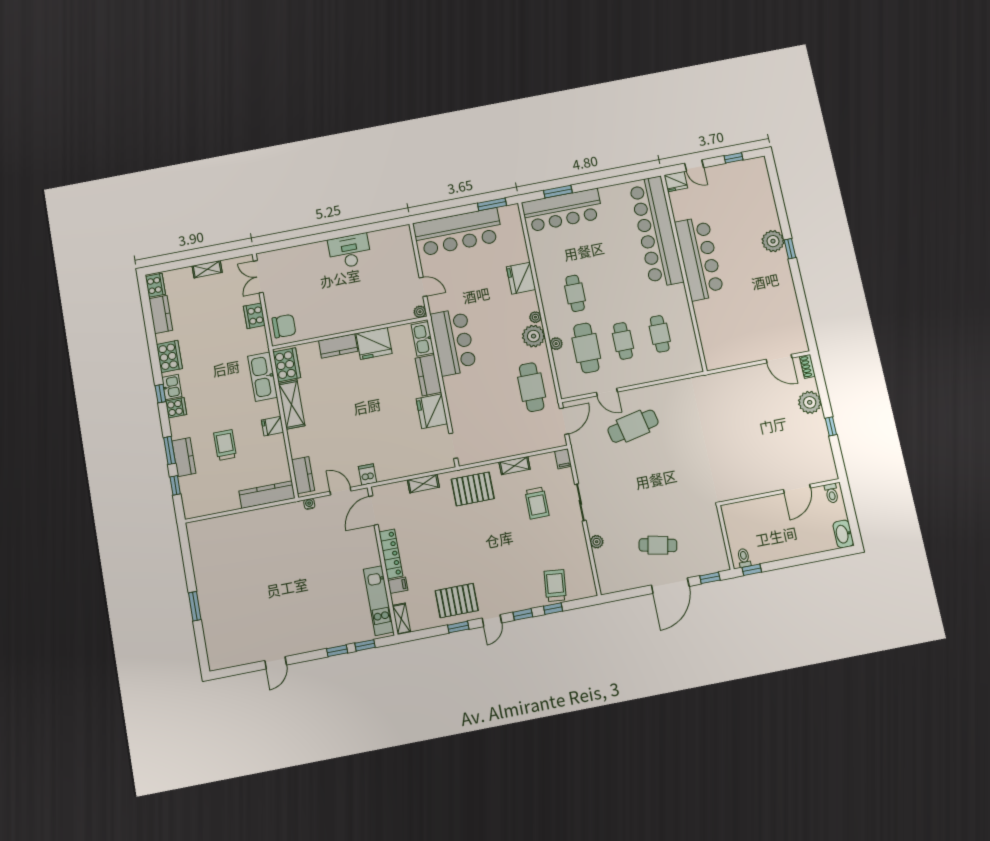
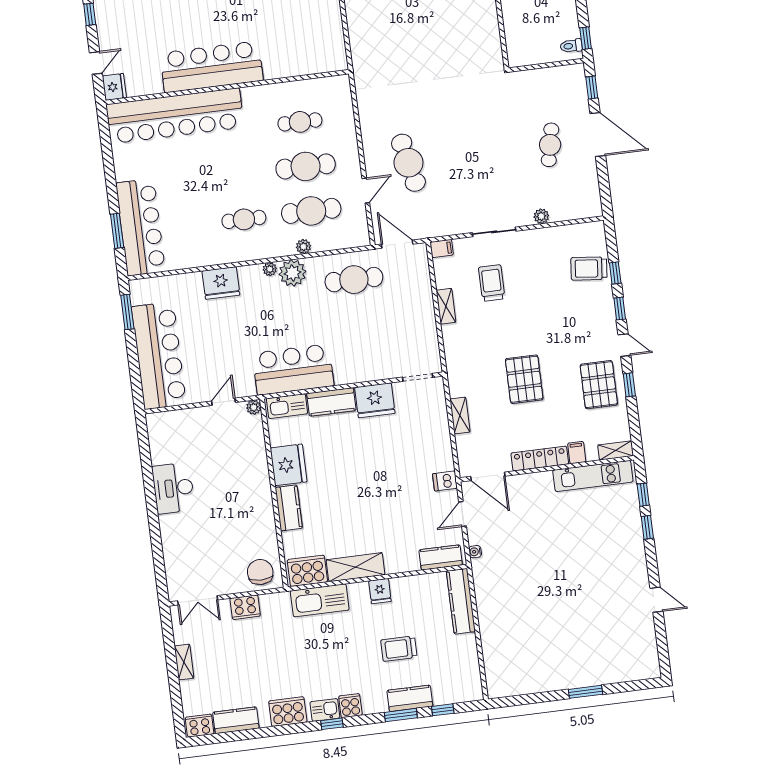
cafe table: (623, 341) -> (306, 166), width x1.37, depth x1.35
pallet: (473, 489) -> (524, 379), moved
trolley: (537, 503) -> (492, 283), turned -90

